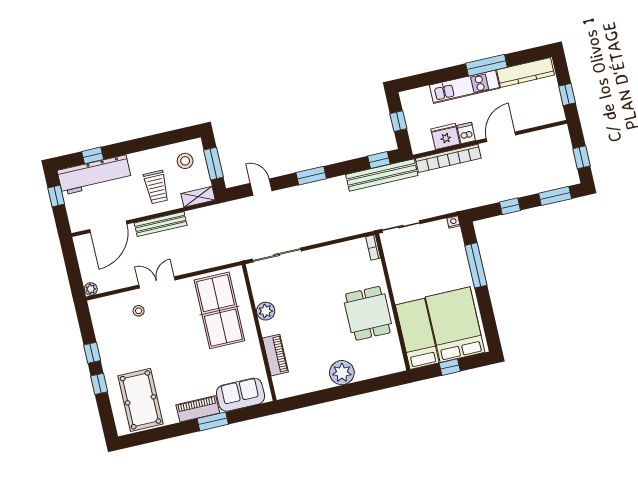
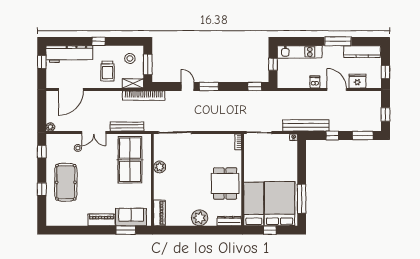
kitchen unit: (465, 87) -> (300, 52), moved
fridge: (445, 136) -> (357, 81), moved
door: (501, 137) -> (337, 89), hinge flipped
window: (93, 155) -> (99, 41), moved
bookcase: (448, 158) -> (144, 96), moved
bench: (382, 175) -> (306, 125), moved
door: (261, 187) -> (188, 86), moved
bench: (161, 224) -> (127, 127), moved
window: (476, 265) -> (302, 199), moved
double door: (157, 282) -> (94, 133), swing flipped
window: (92, 353) -> (42, 152), moved
piano: (275, 355) -> (159, 213), moved
dresser: (387, 367) -> (229, 221), added
pool table: (141, 400) -> (66, 182), moved
window: (213, 421) -> (126, 230), moved

